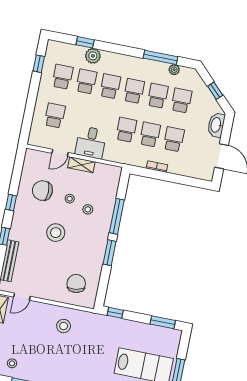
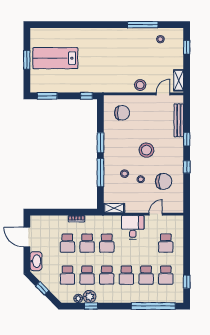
window: (85, 42) -> (153, 306), width x3.17
plant: (93, 56) -> (90, 297), moved
window: (160, 57) -> (91, 306), width x0.46
shelving: (81, 165) -> (114, 208), moved
chair: (76, 284) -> (122, 113), turned -81
stool: (64, 326) -> (140, 85), moved

